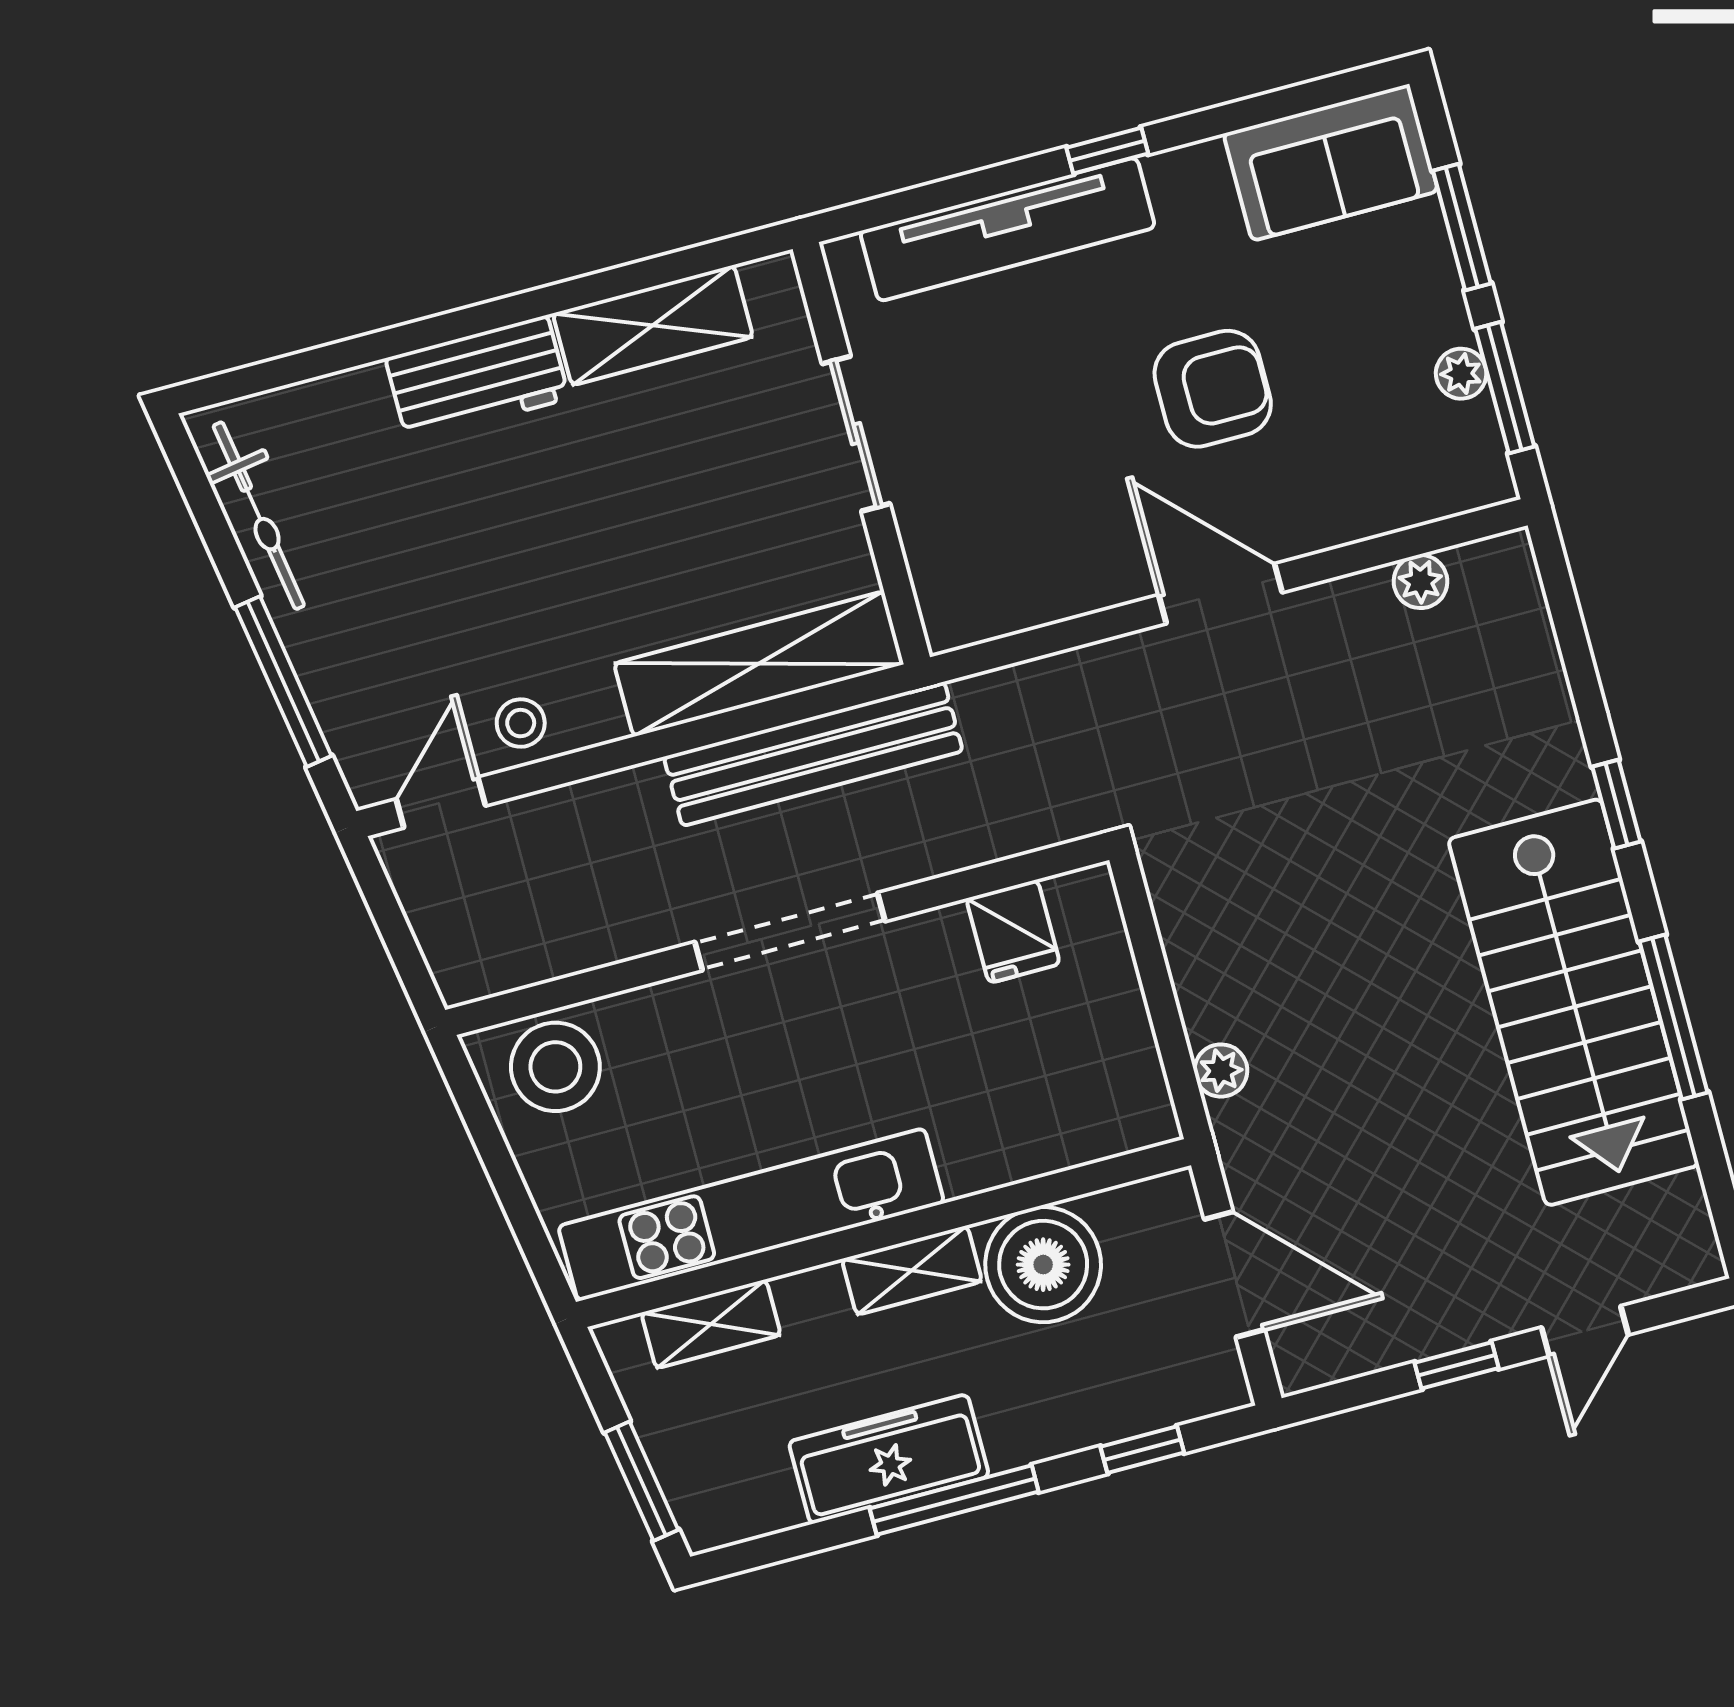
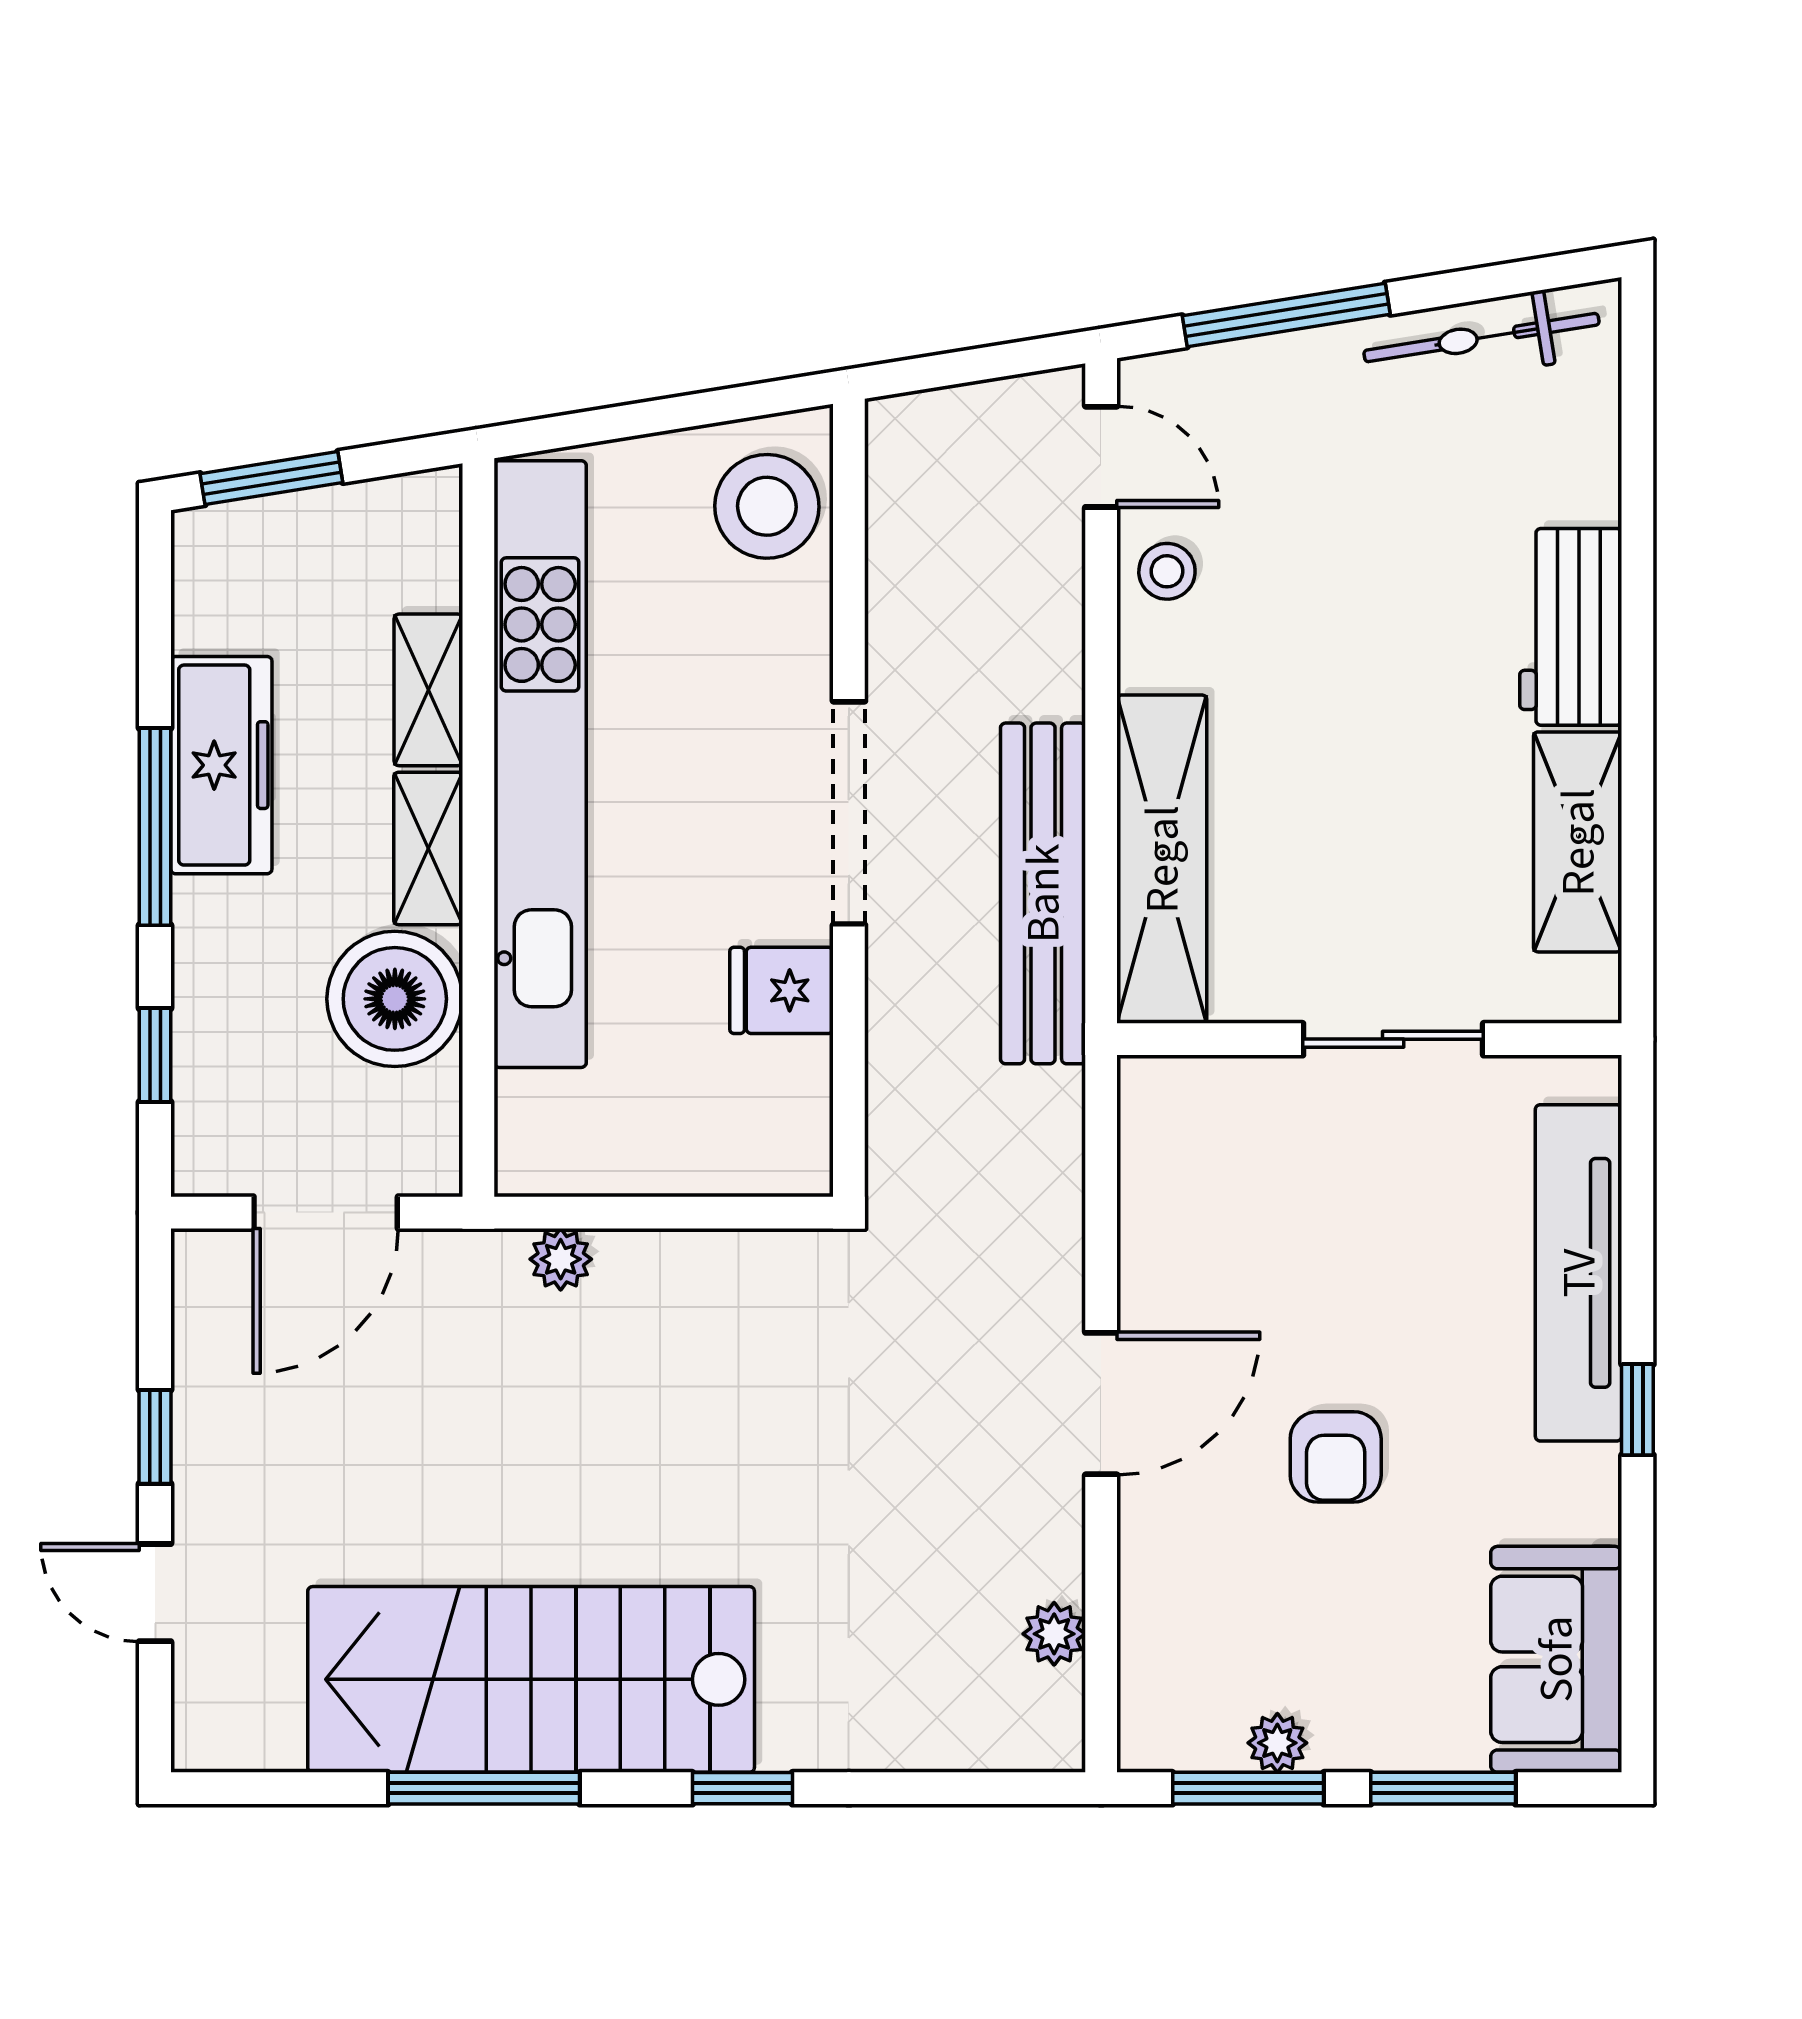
armchair: (1213, 389) -> (1336, 1457), width x0.72, depth x0.72
fridge: (1013, 931) -> (781, 990), moved
kitchen unit: (751, 1215) -> (540, 764), width x1.36
shelving: (711, 1324) -> (428, 690), moved

